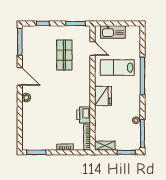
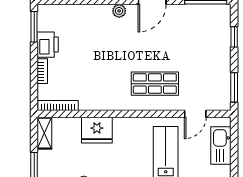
shop shelf: (64, 55) -> (155, 84), moved
fridge: (103, 96) -> (97, 130), moved
printer: (84, 115) -> (48, 45), moved, turned 90

